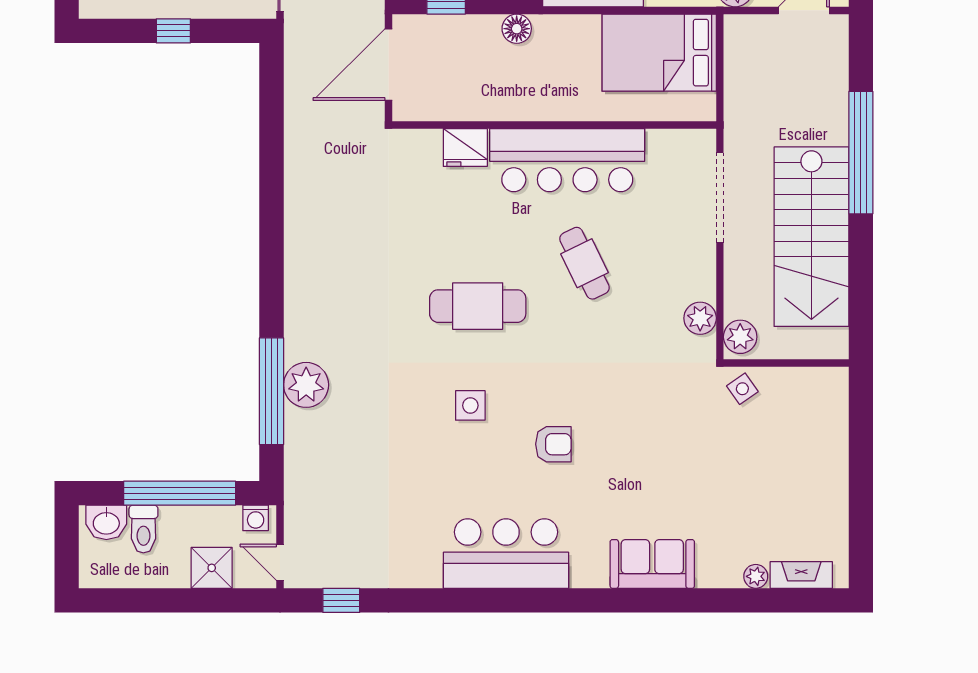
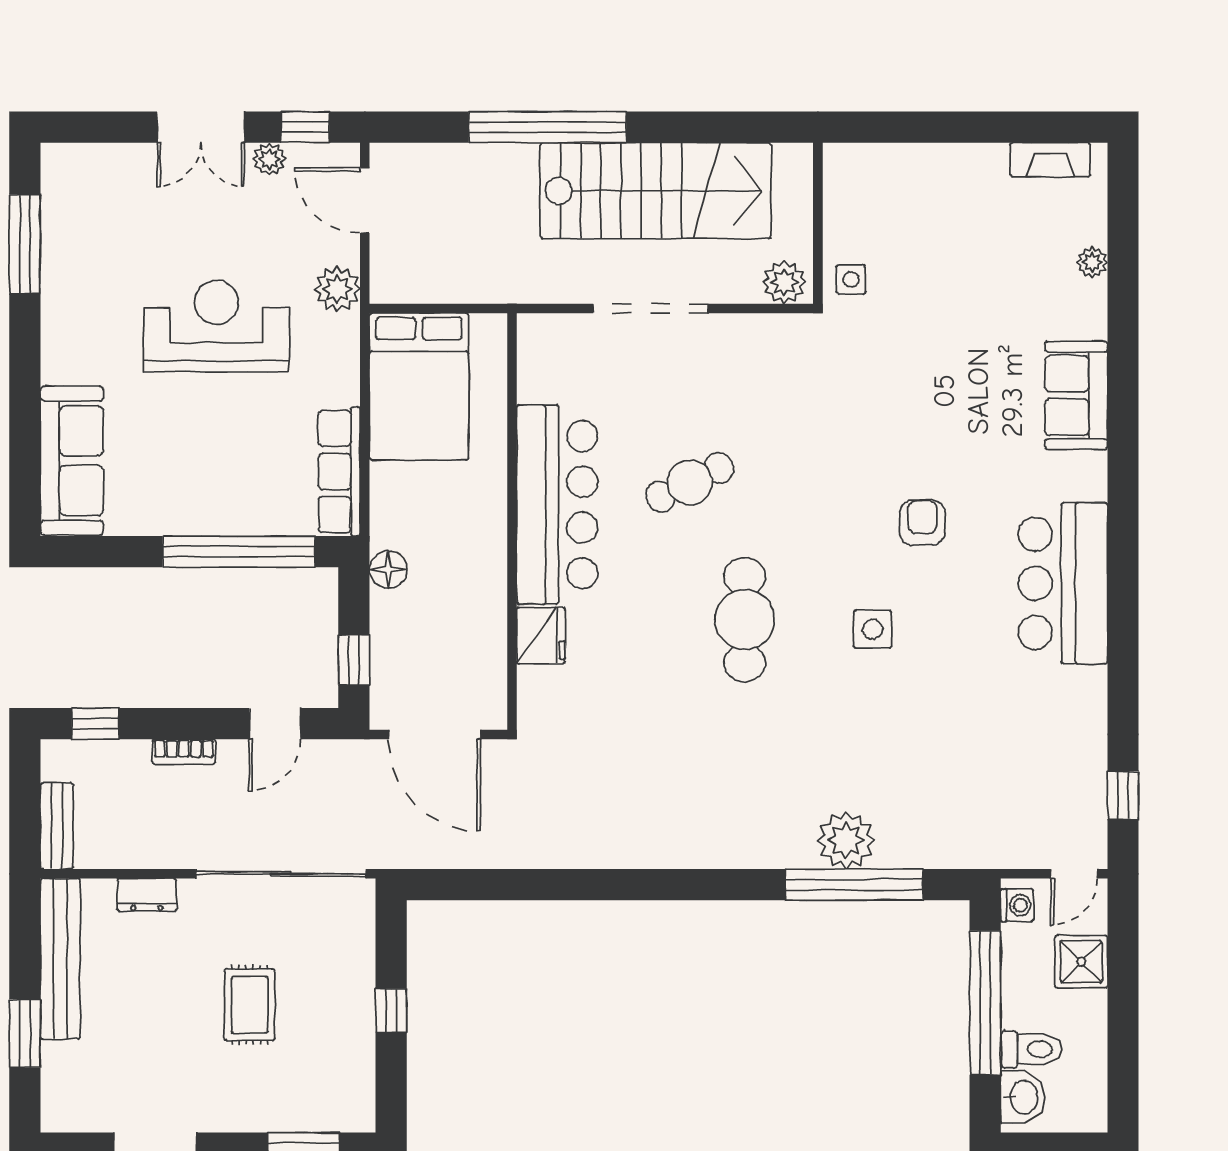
doorway: (720, 198) -> (651, 308), moved
plant: (700, 318) -> (760, 334), removed
side table: (742, 389) -> (851, 280), turned 35
fireplace: (801, 575) -> (1050, 160), moved, turned -90

